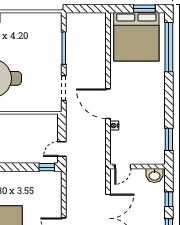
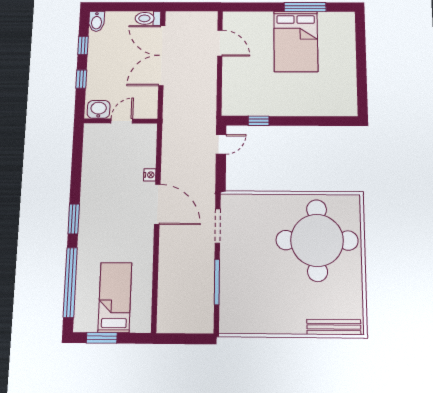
bed: (136, 37) -> (115, 297), width x0.49
window: (169, 139) -> (74, 219), moved
window: (47, 167) -> (259, 121), moved
door: (123, 167) -> (122, 121), moved

